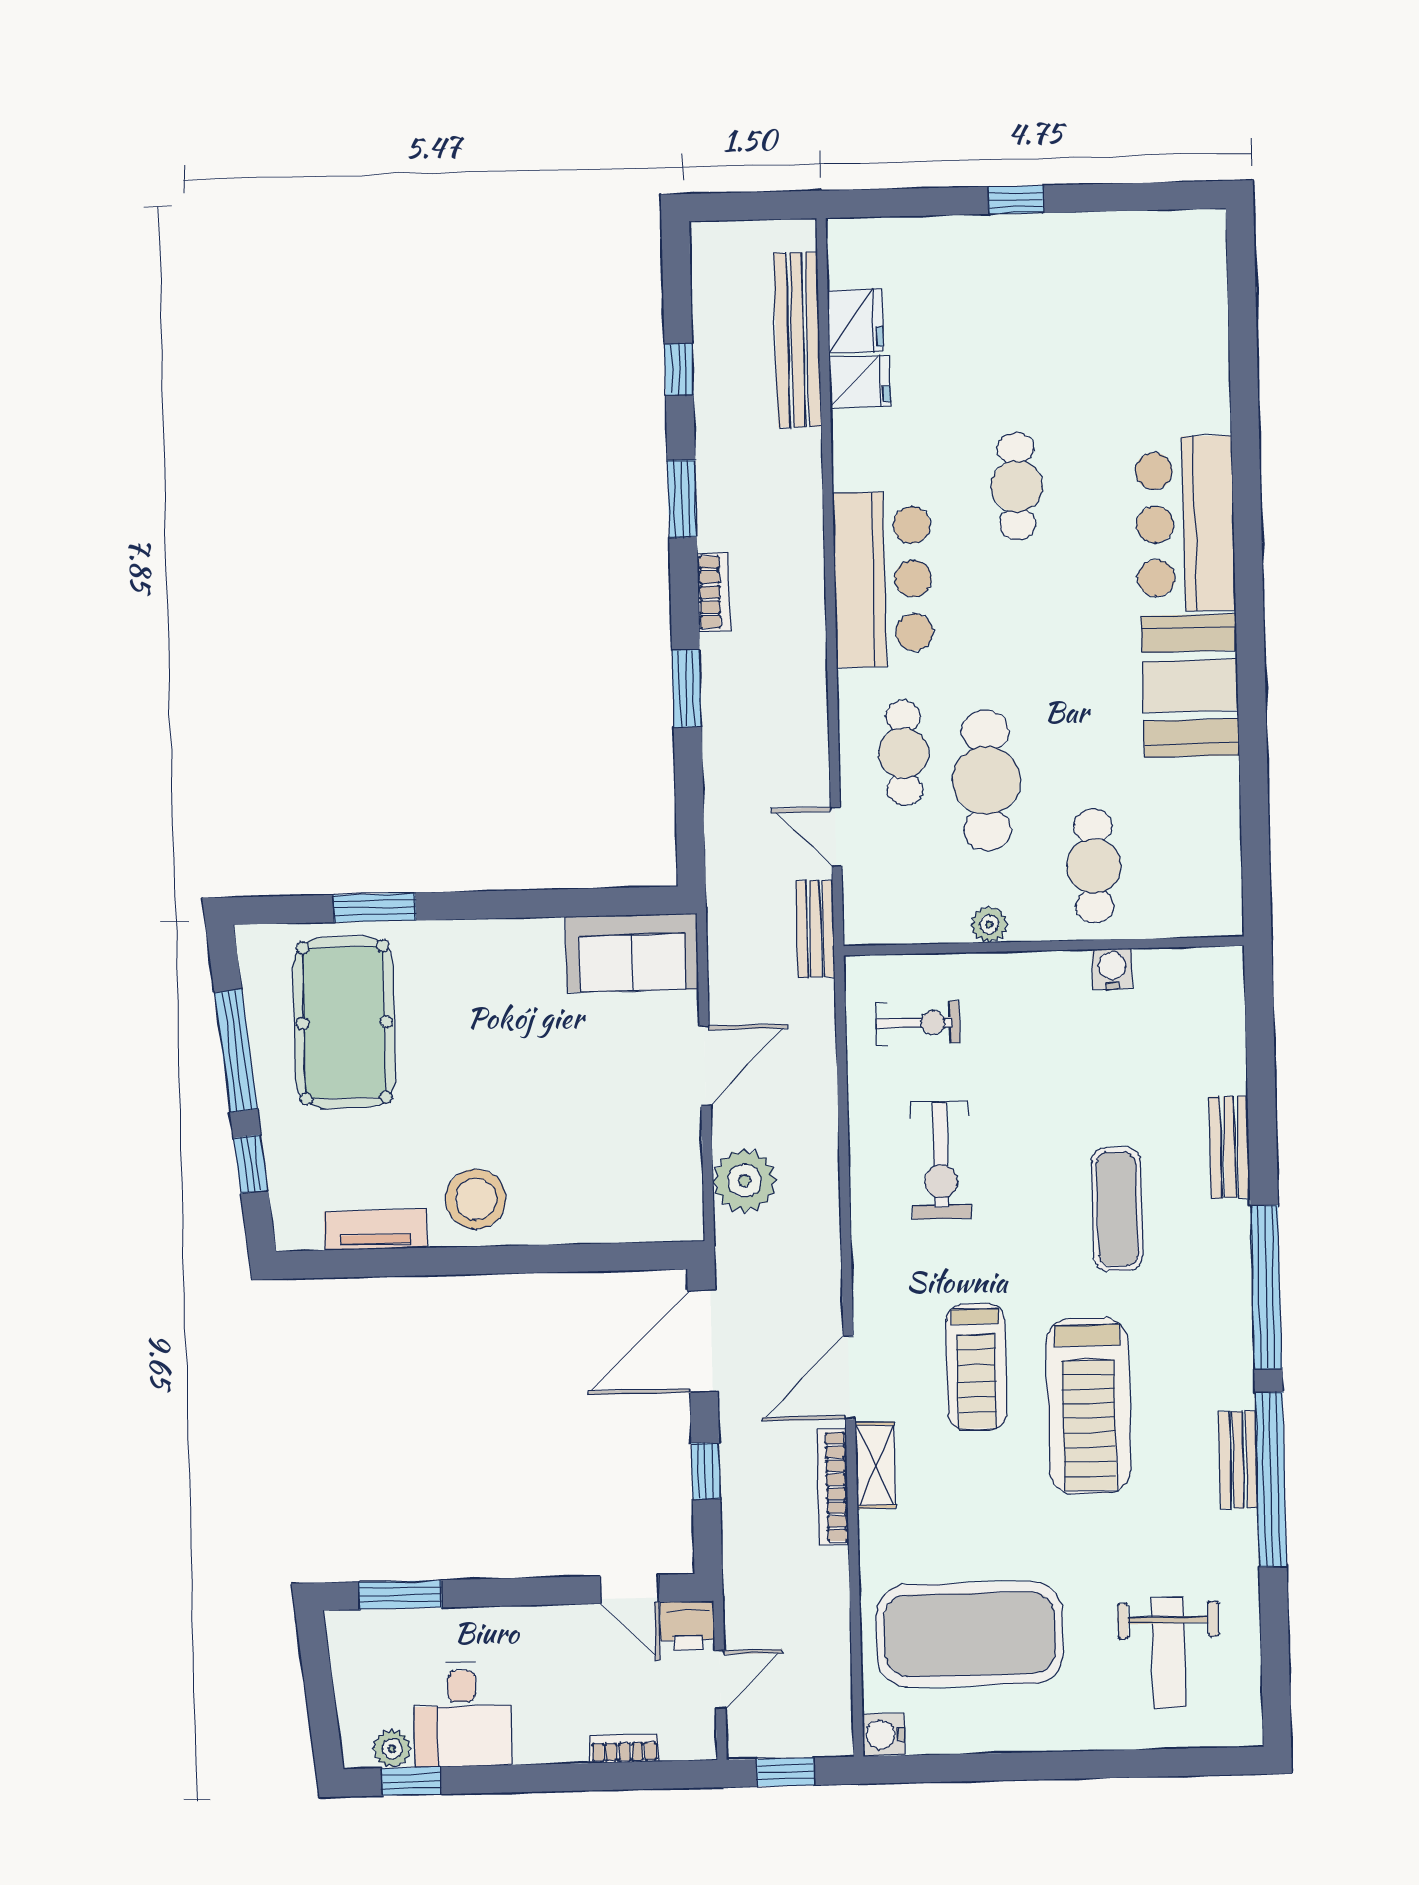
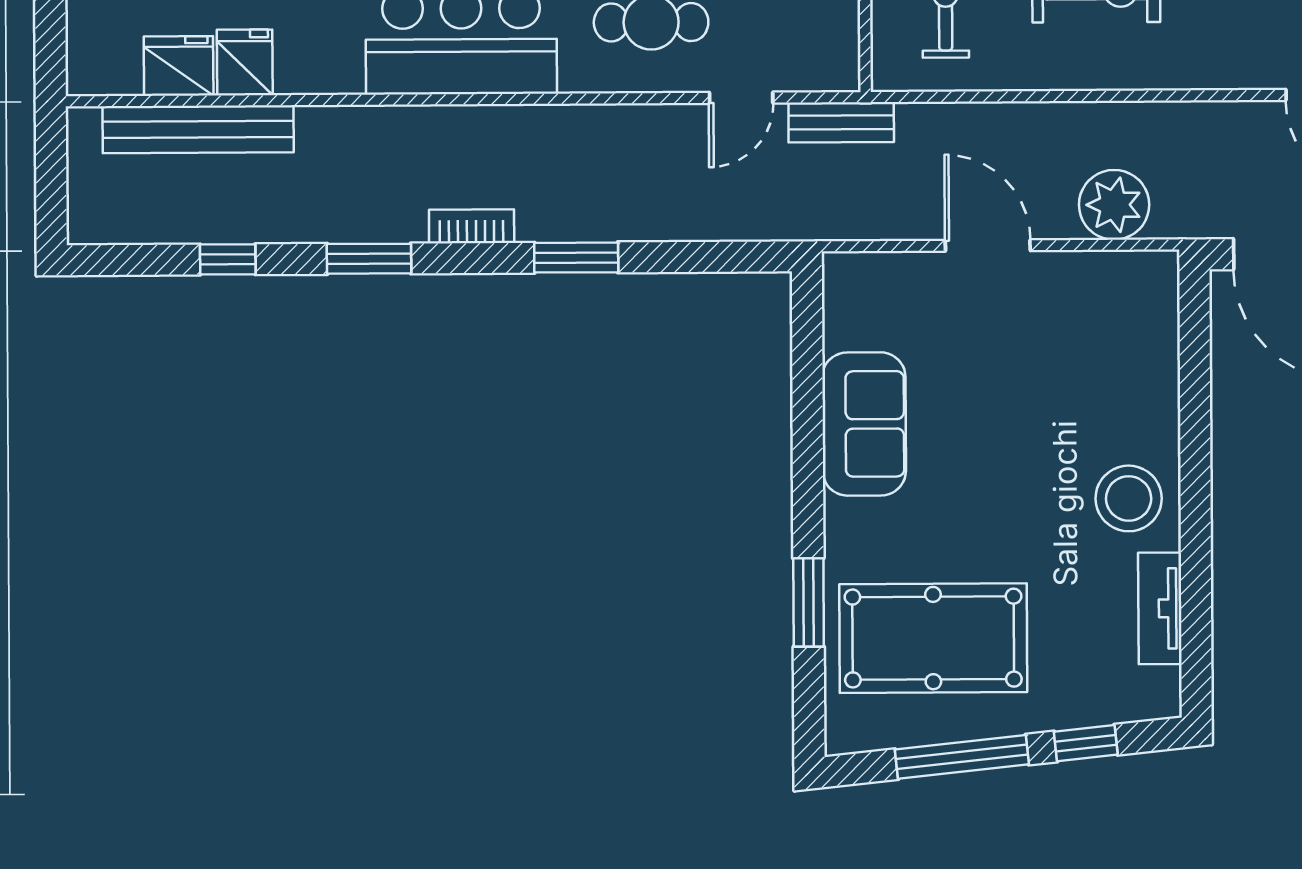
sofa: (632, 953) -> (864, 424), moved

